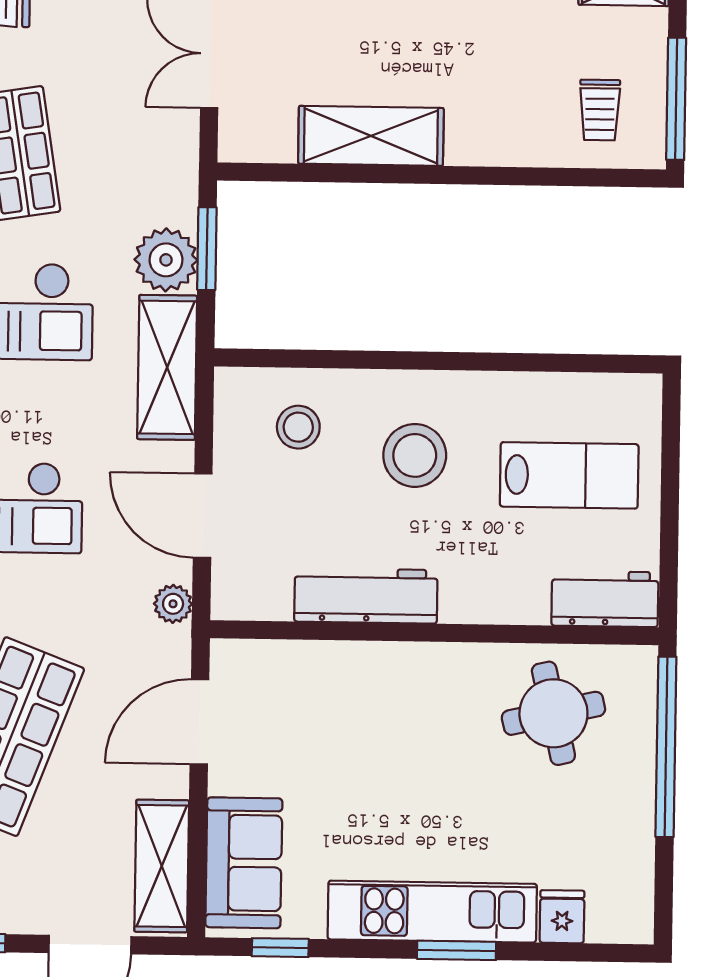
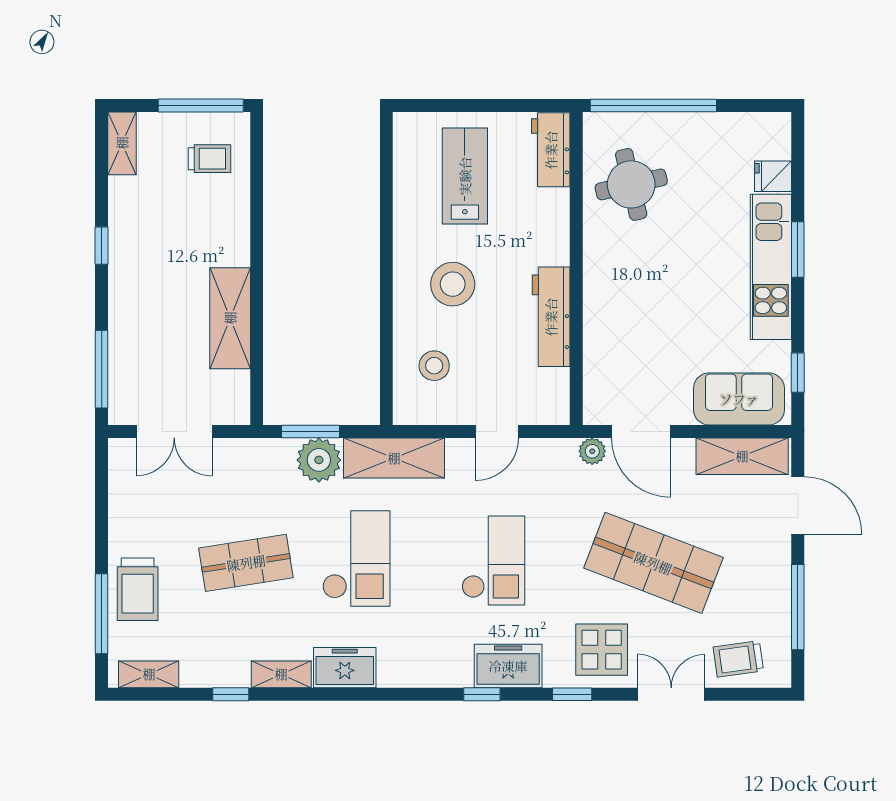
door: (203, 516) -> (497, 432), width x0.73
plant: (173, 604) -> (592, 451), moved

